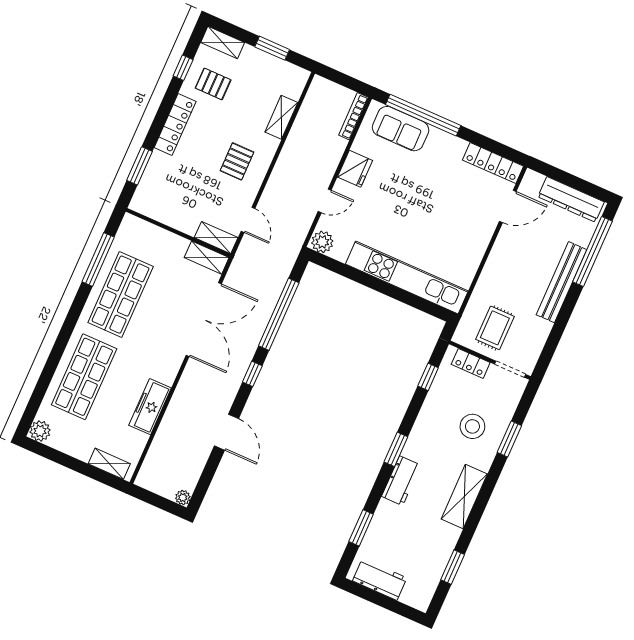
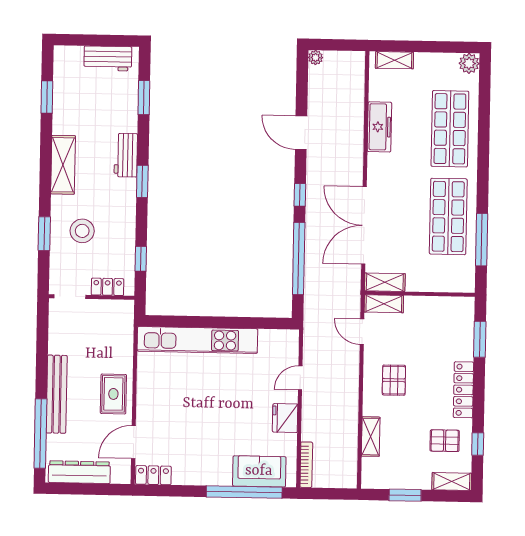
locker: (493, 163) -> (153, 475), width x0.66
plant: (322, 242) -> (287, 340), removed
rug: (495, 328) -> (113, 394), moved

